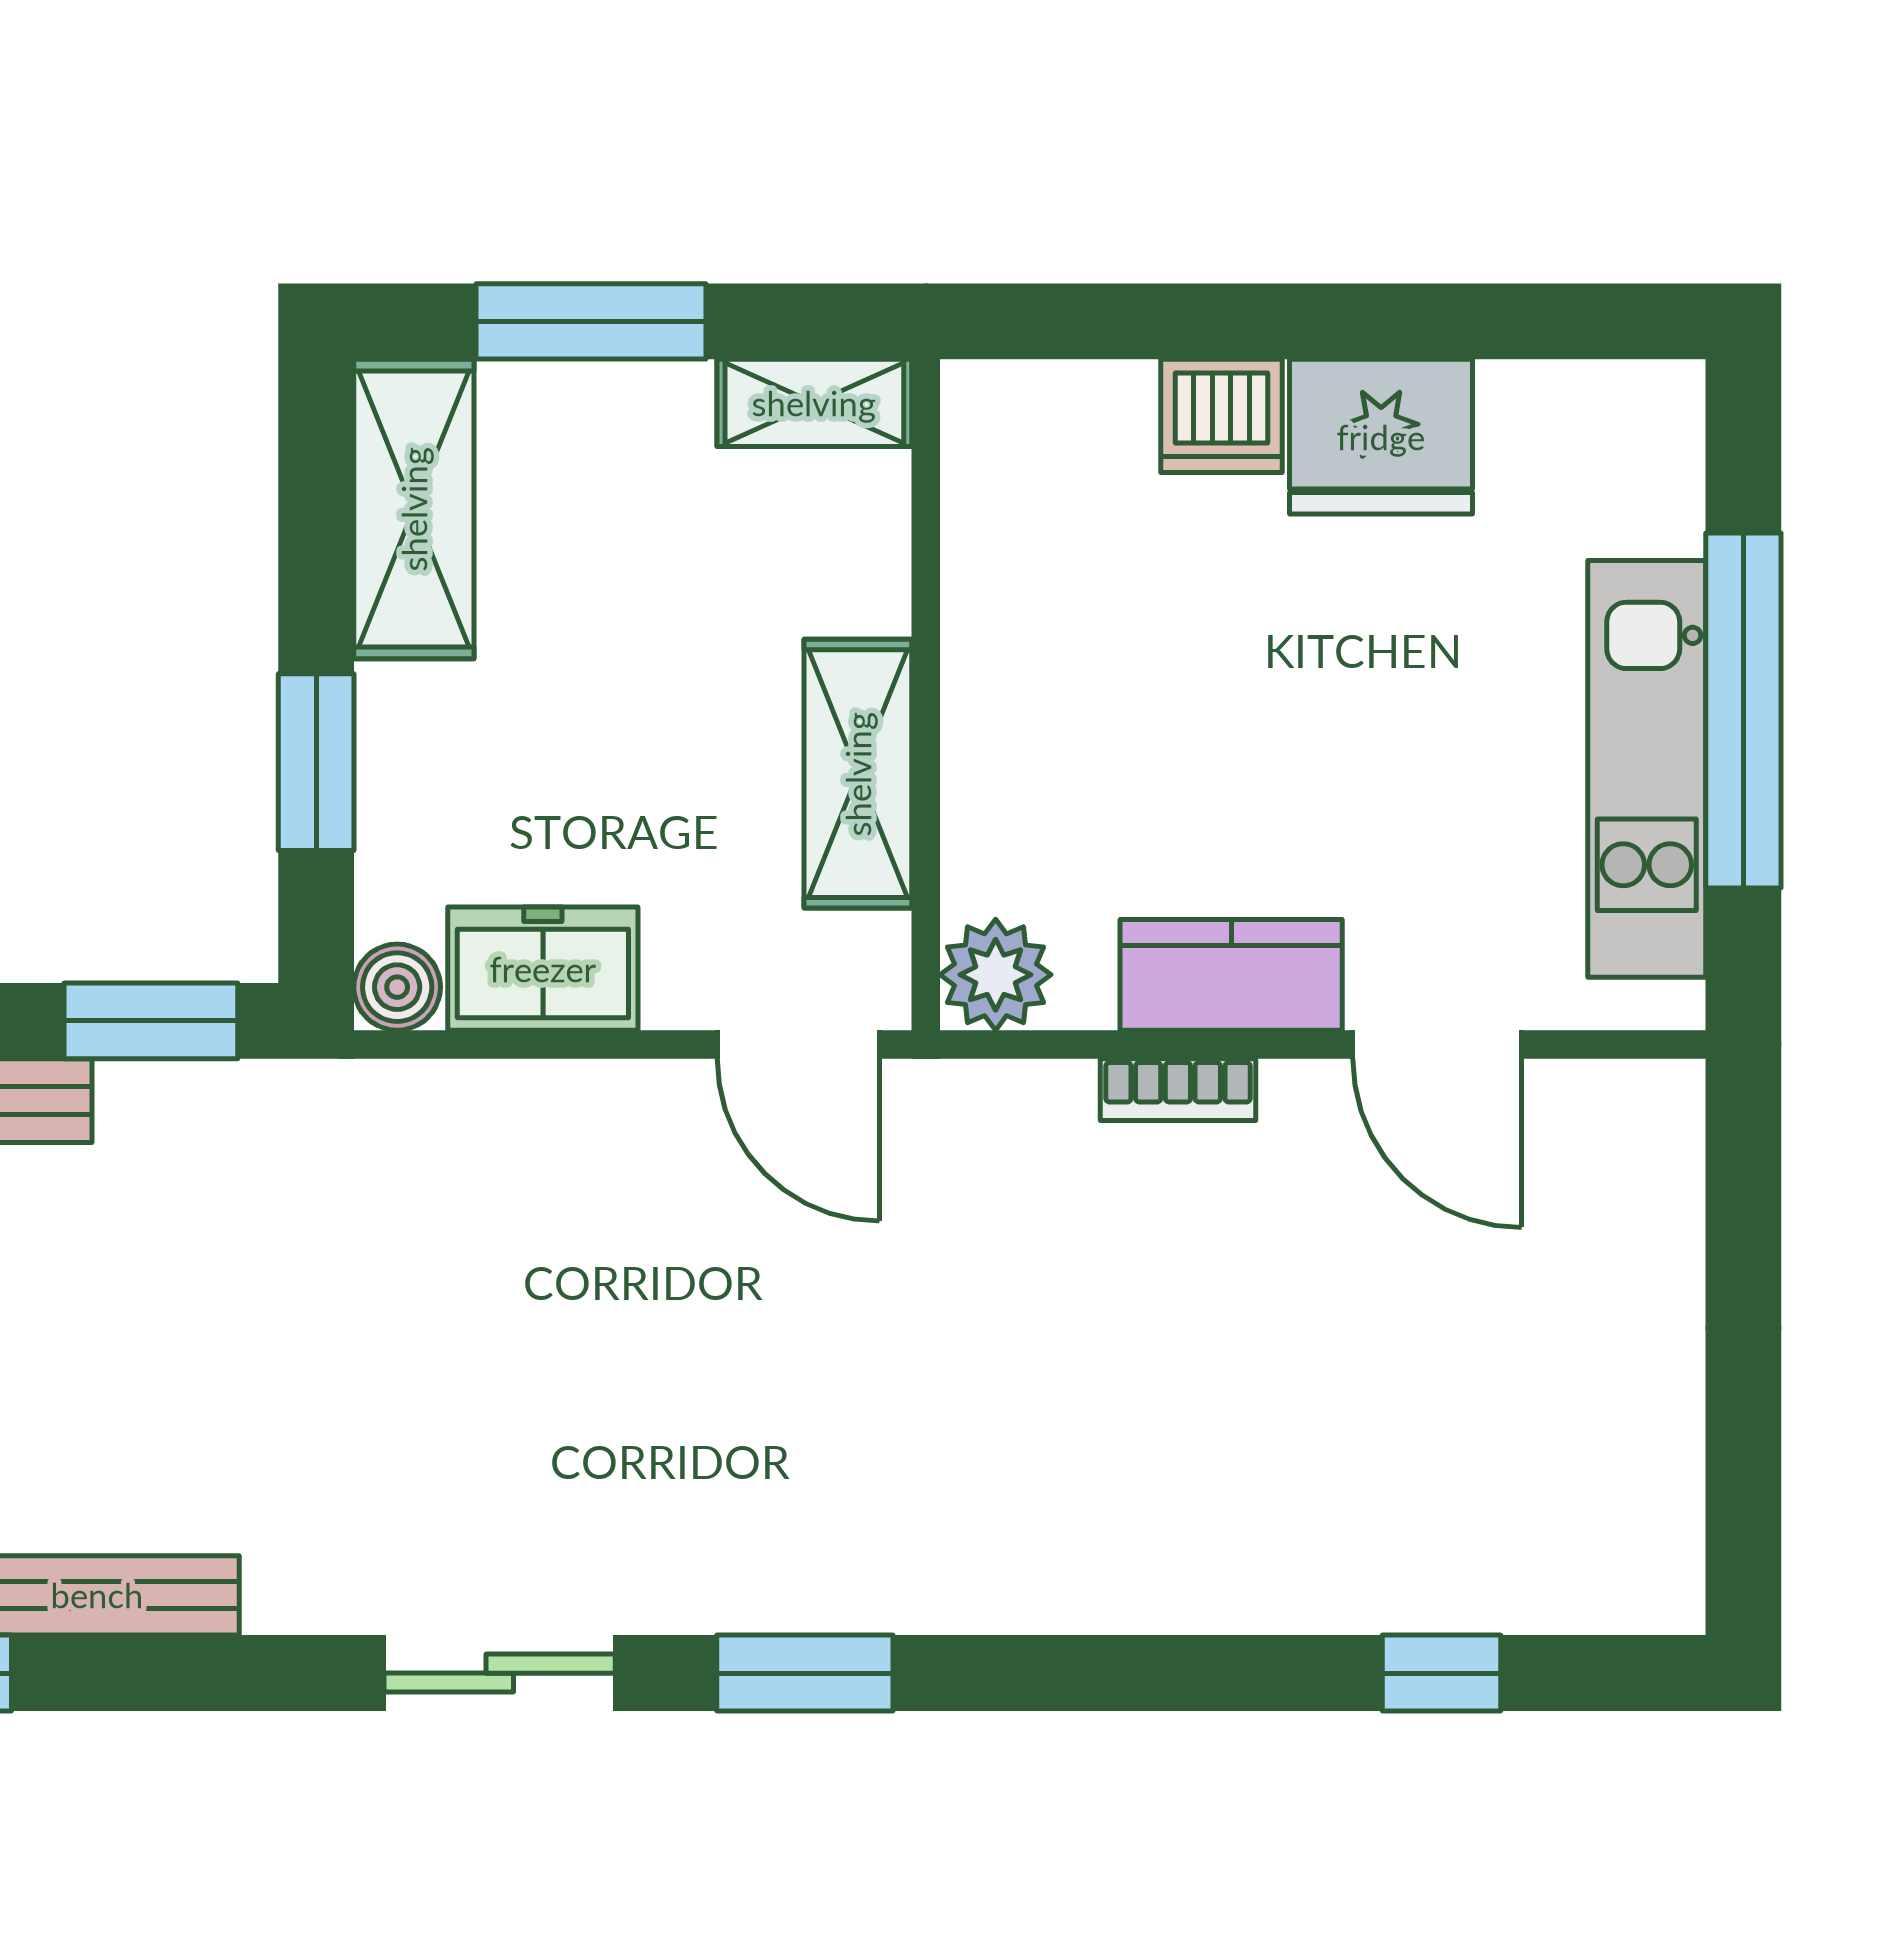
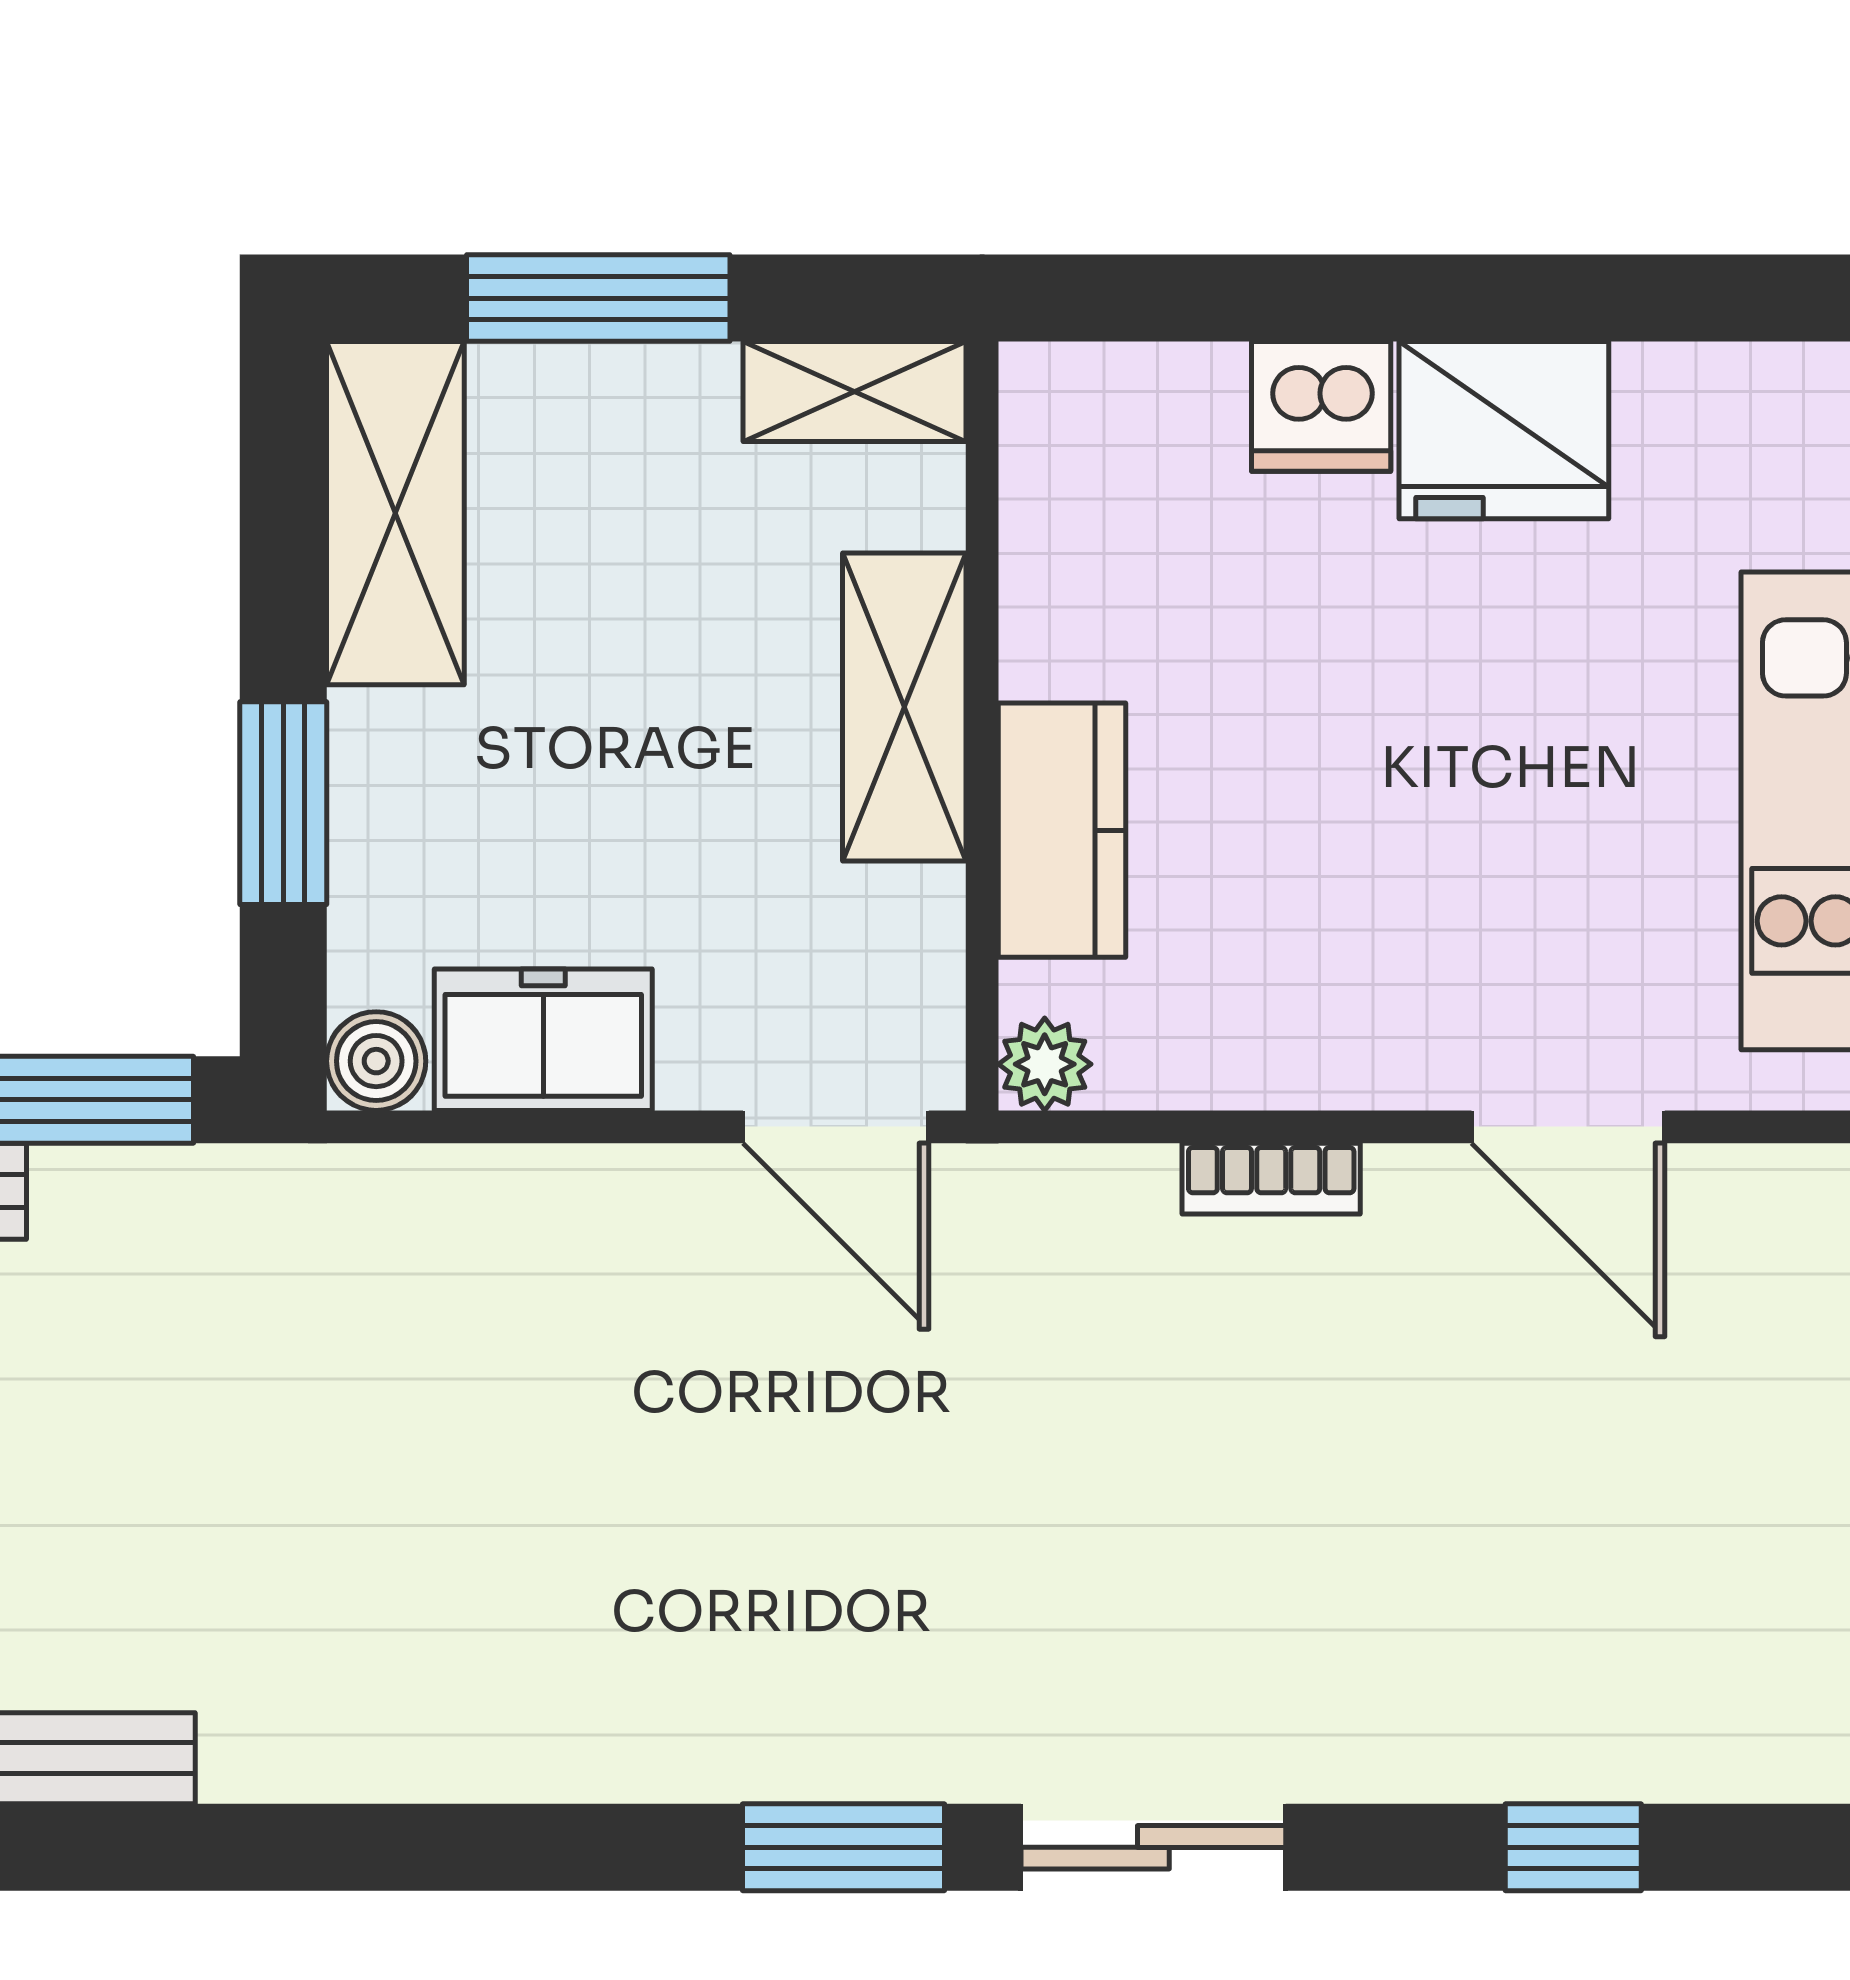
shelving: (858, 774) -> (904, 707), moved
plant: (996, 975) -> (1045, 1064), width x0.73, depth x0.73
kitchen counter: (1231, 975) -> (1062, 830), moved, turned 90
sliding door: (500, 1673) -> (1153, 1847), moved

